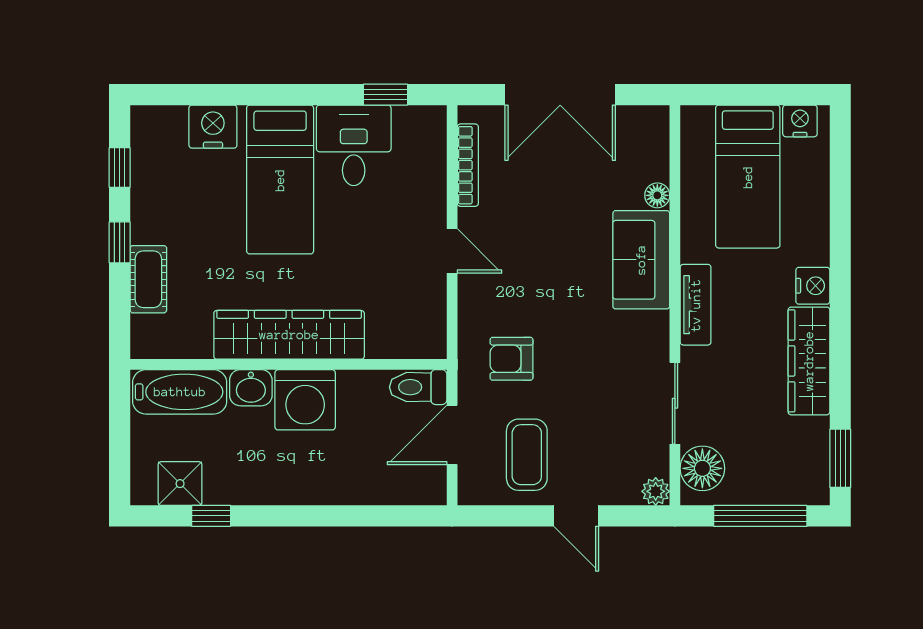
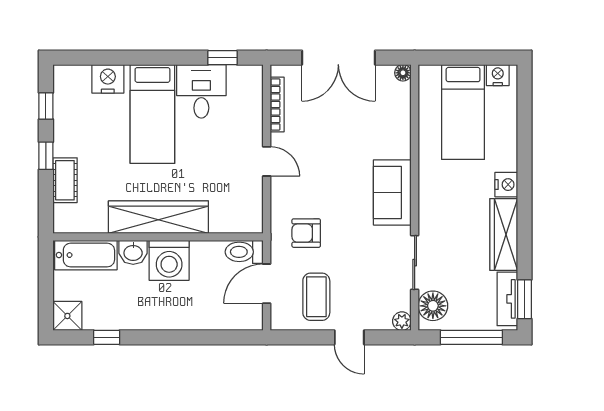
floor lamp: (657, 195) -> (403, 73), moved
sofa: (641, 260) -> (392, 192), moved
tv unit: (696, 305) -> (507, 299), moved, turned 180
shower: (180, 484) -> (67, 316), moved

